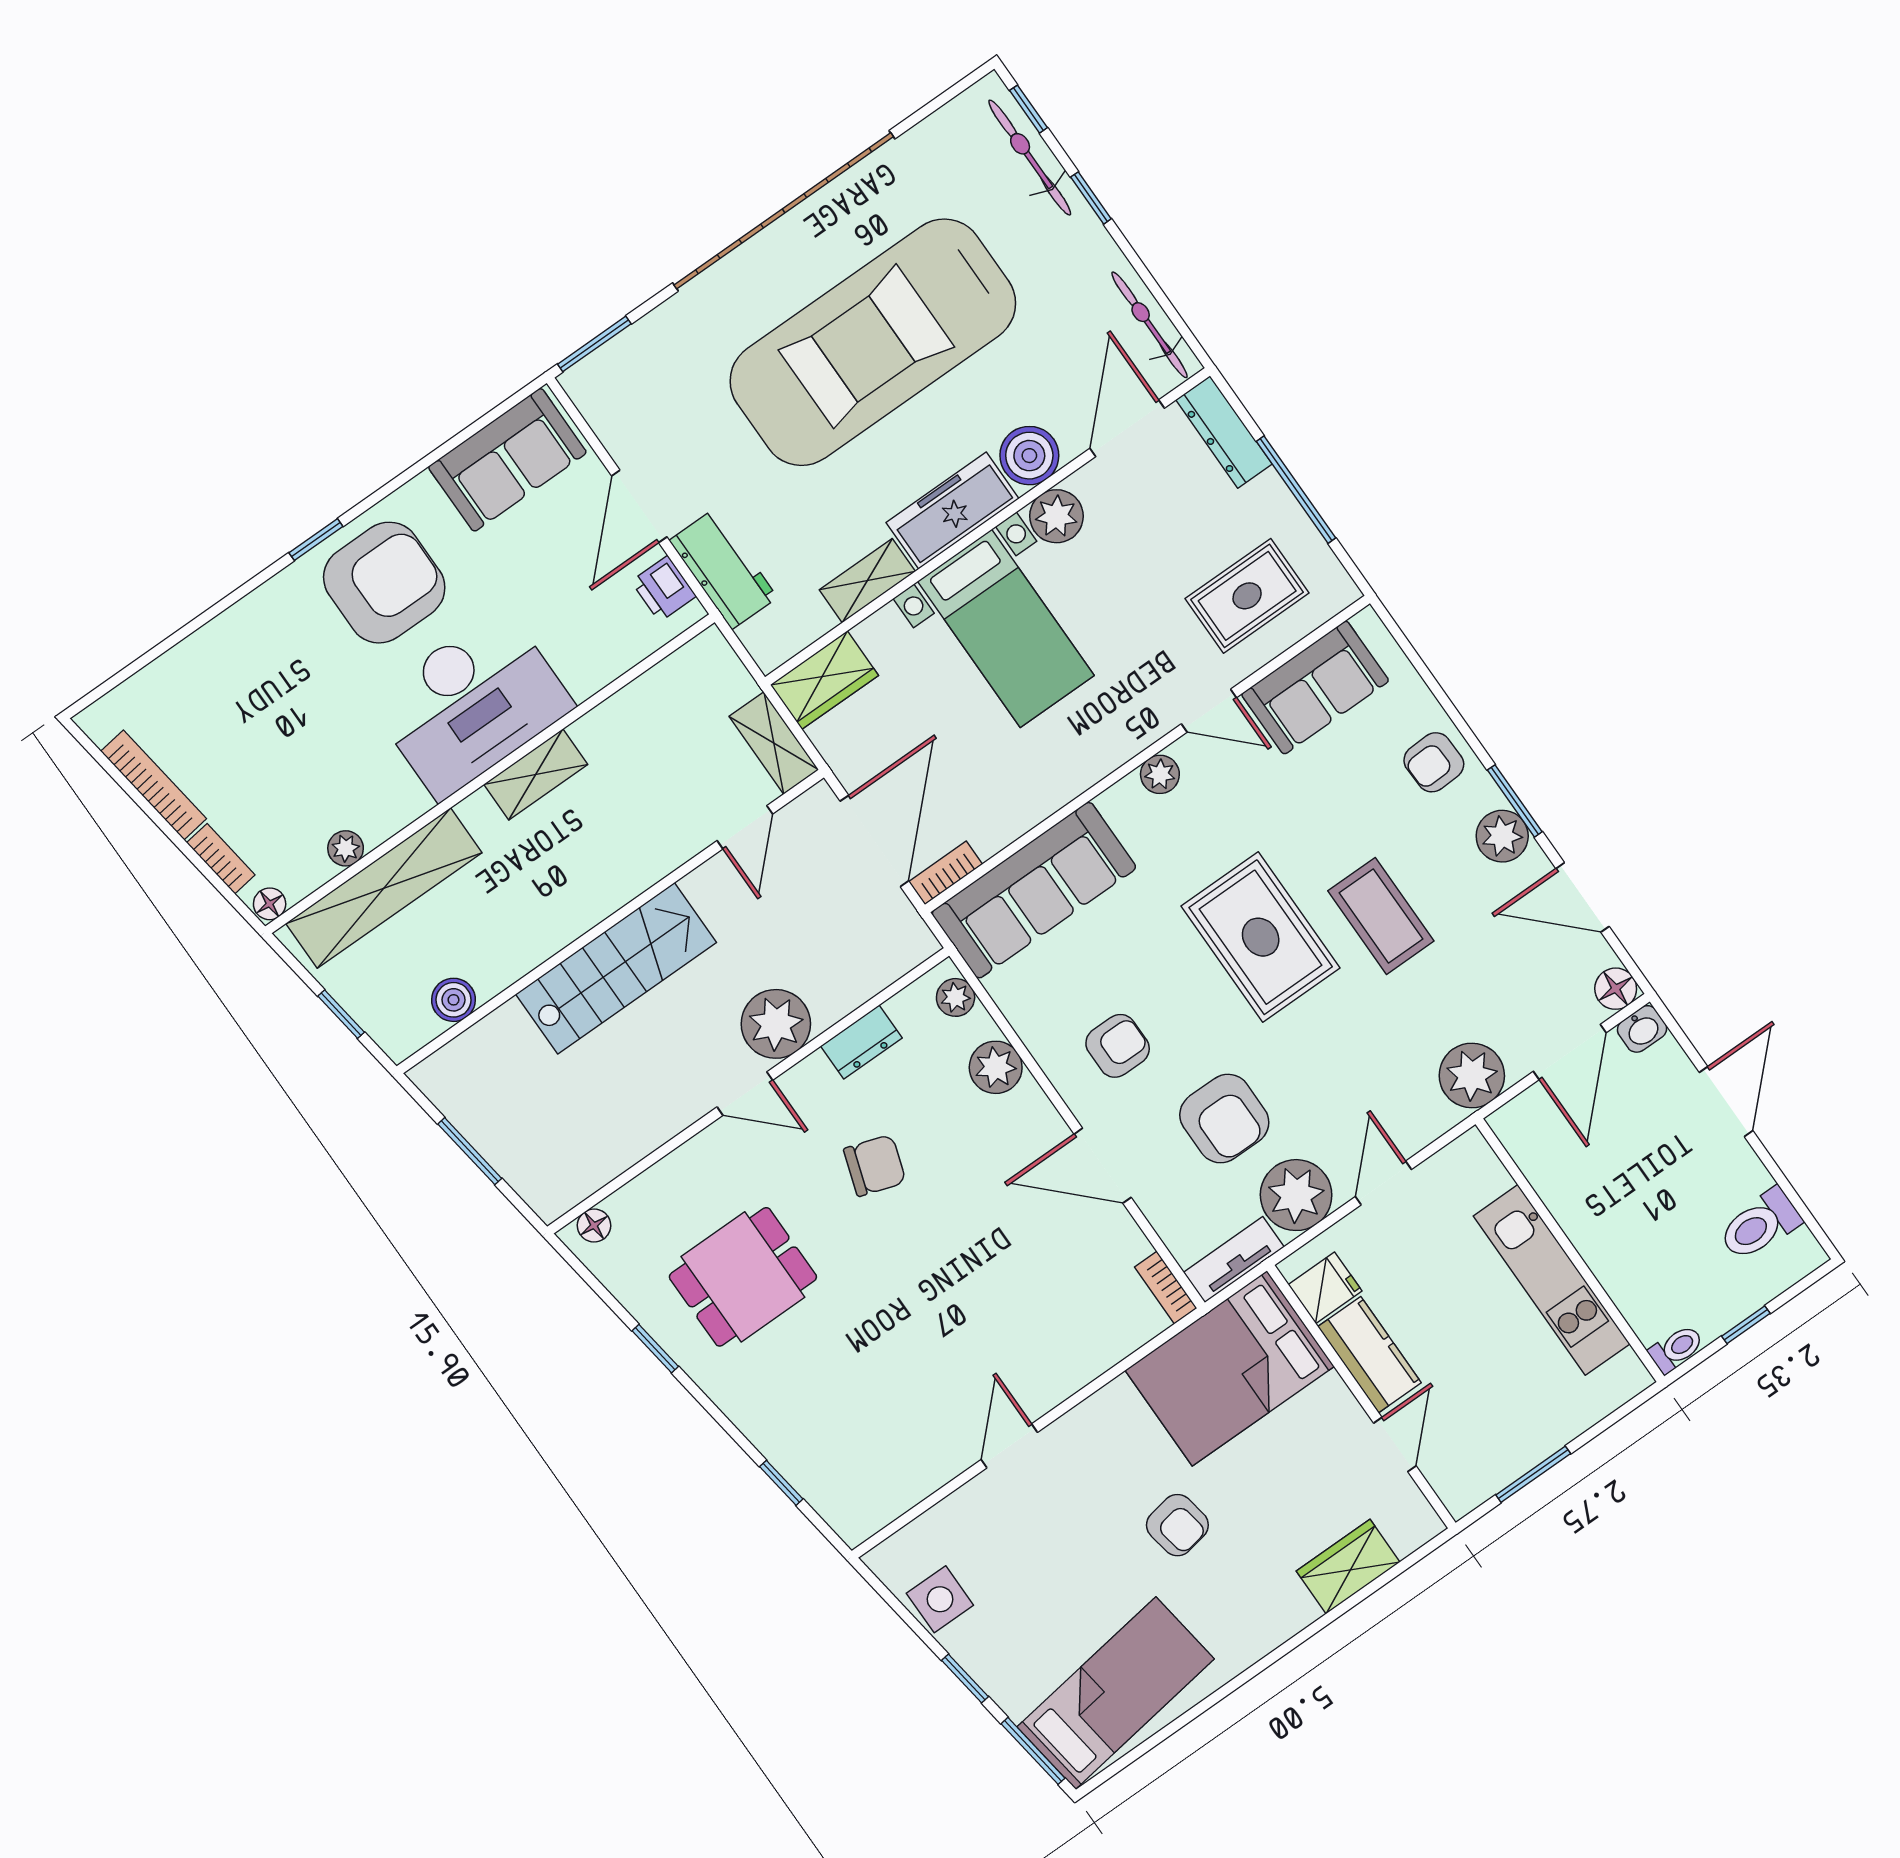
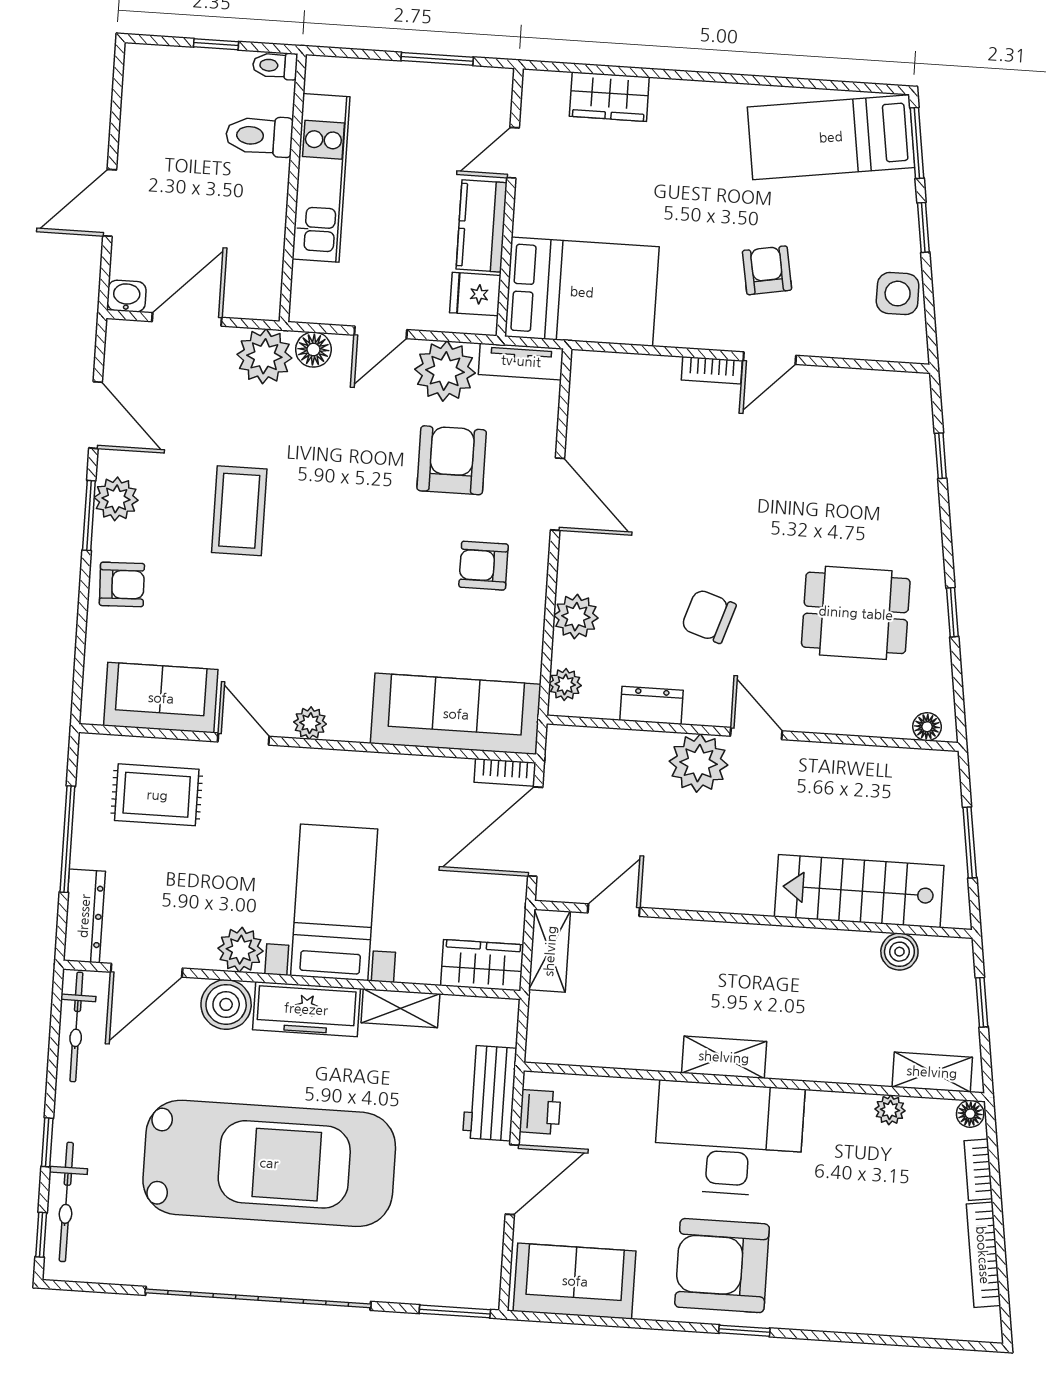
shelving: (384, 888) -> (932, 1072), width x0.45, depth x0.75
rug: (1261, 937) -> (330, 561), removed
stairs: (616, 968) -> (859, 891), moved
floor lamp: (1616, 989) -> (313, 350), moved
toilet: (1760, 1225) -> (259, 136), moved, turned 180
bookcase: (1166, 1288) -> (712, 370), moved, turned 90
armchair: (1177, 1525) -> (767, 270), moved

